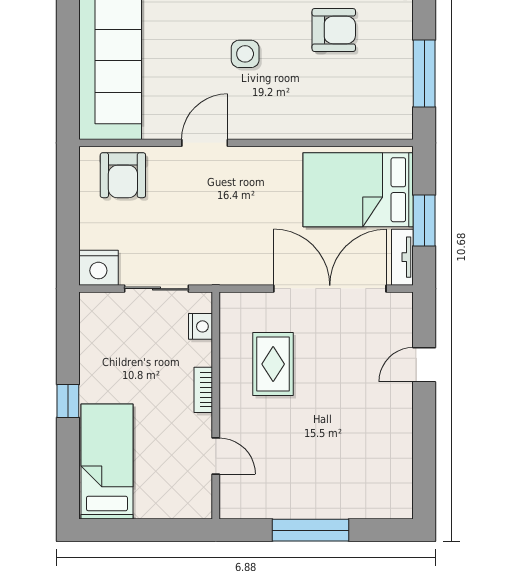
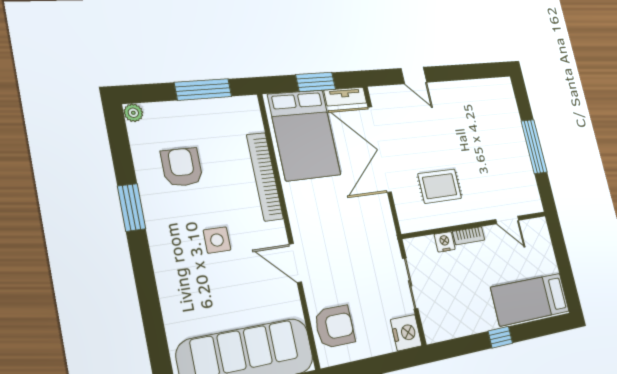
bookcase: (312, 127) -> (265, 177), added
nightstand: (201, 326) -> (445, 242), moved
door: (216, 456) -> (507, 220), swing flipped

